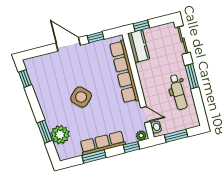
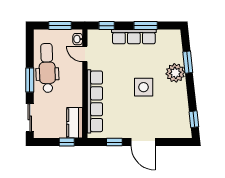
dental chair: (178, 92) -> (47, 68), width x1.36, depth x1.38
side table: (81, 97) -> (144, 87), turned 45
plant: (60, 135) -> (175, 73), moved
plant: (141, 135) -> (94, 34), removed

